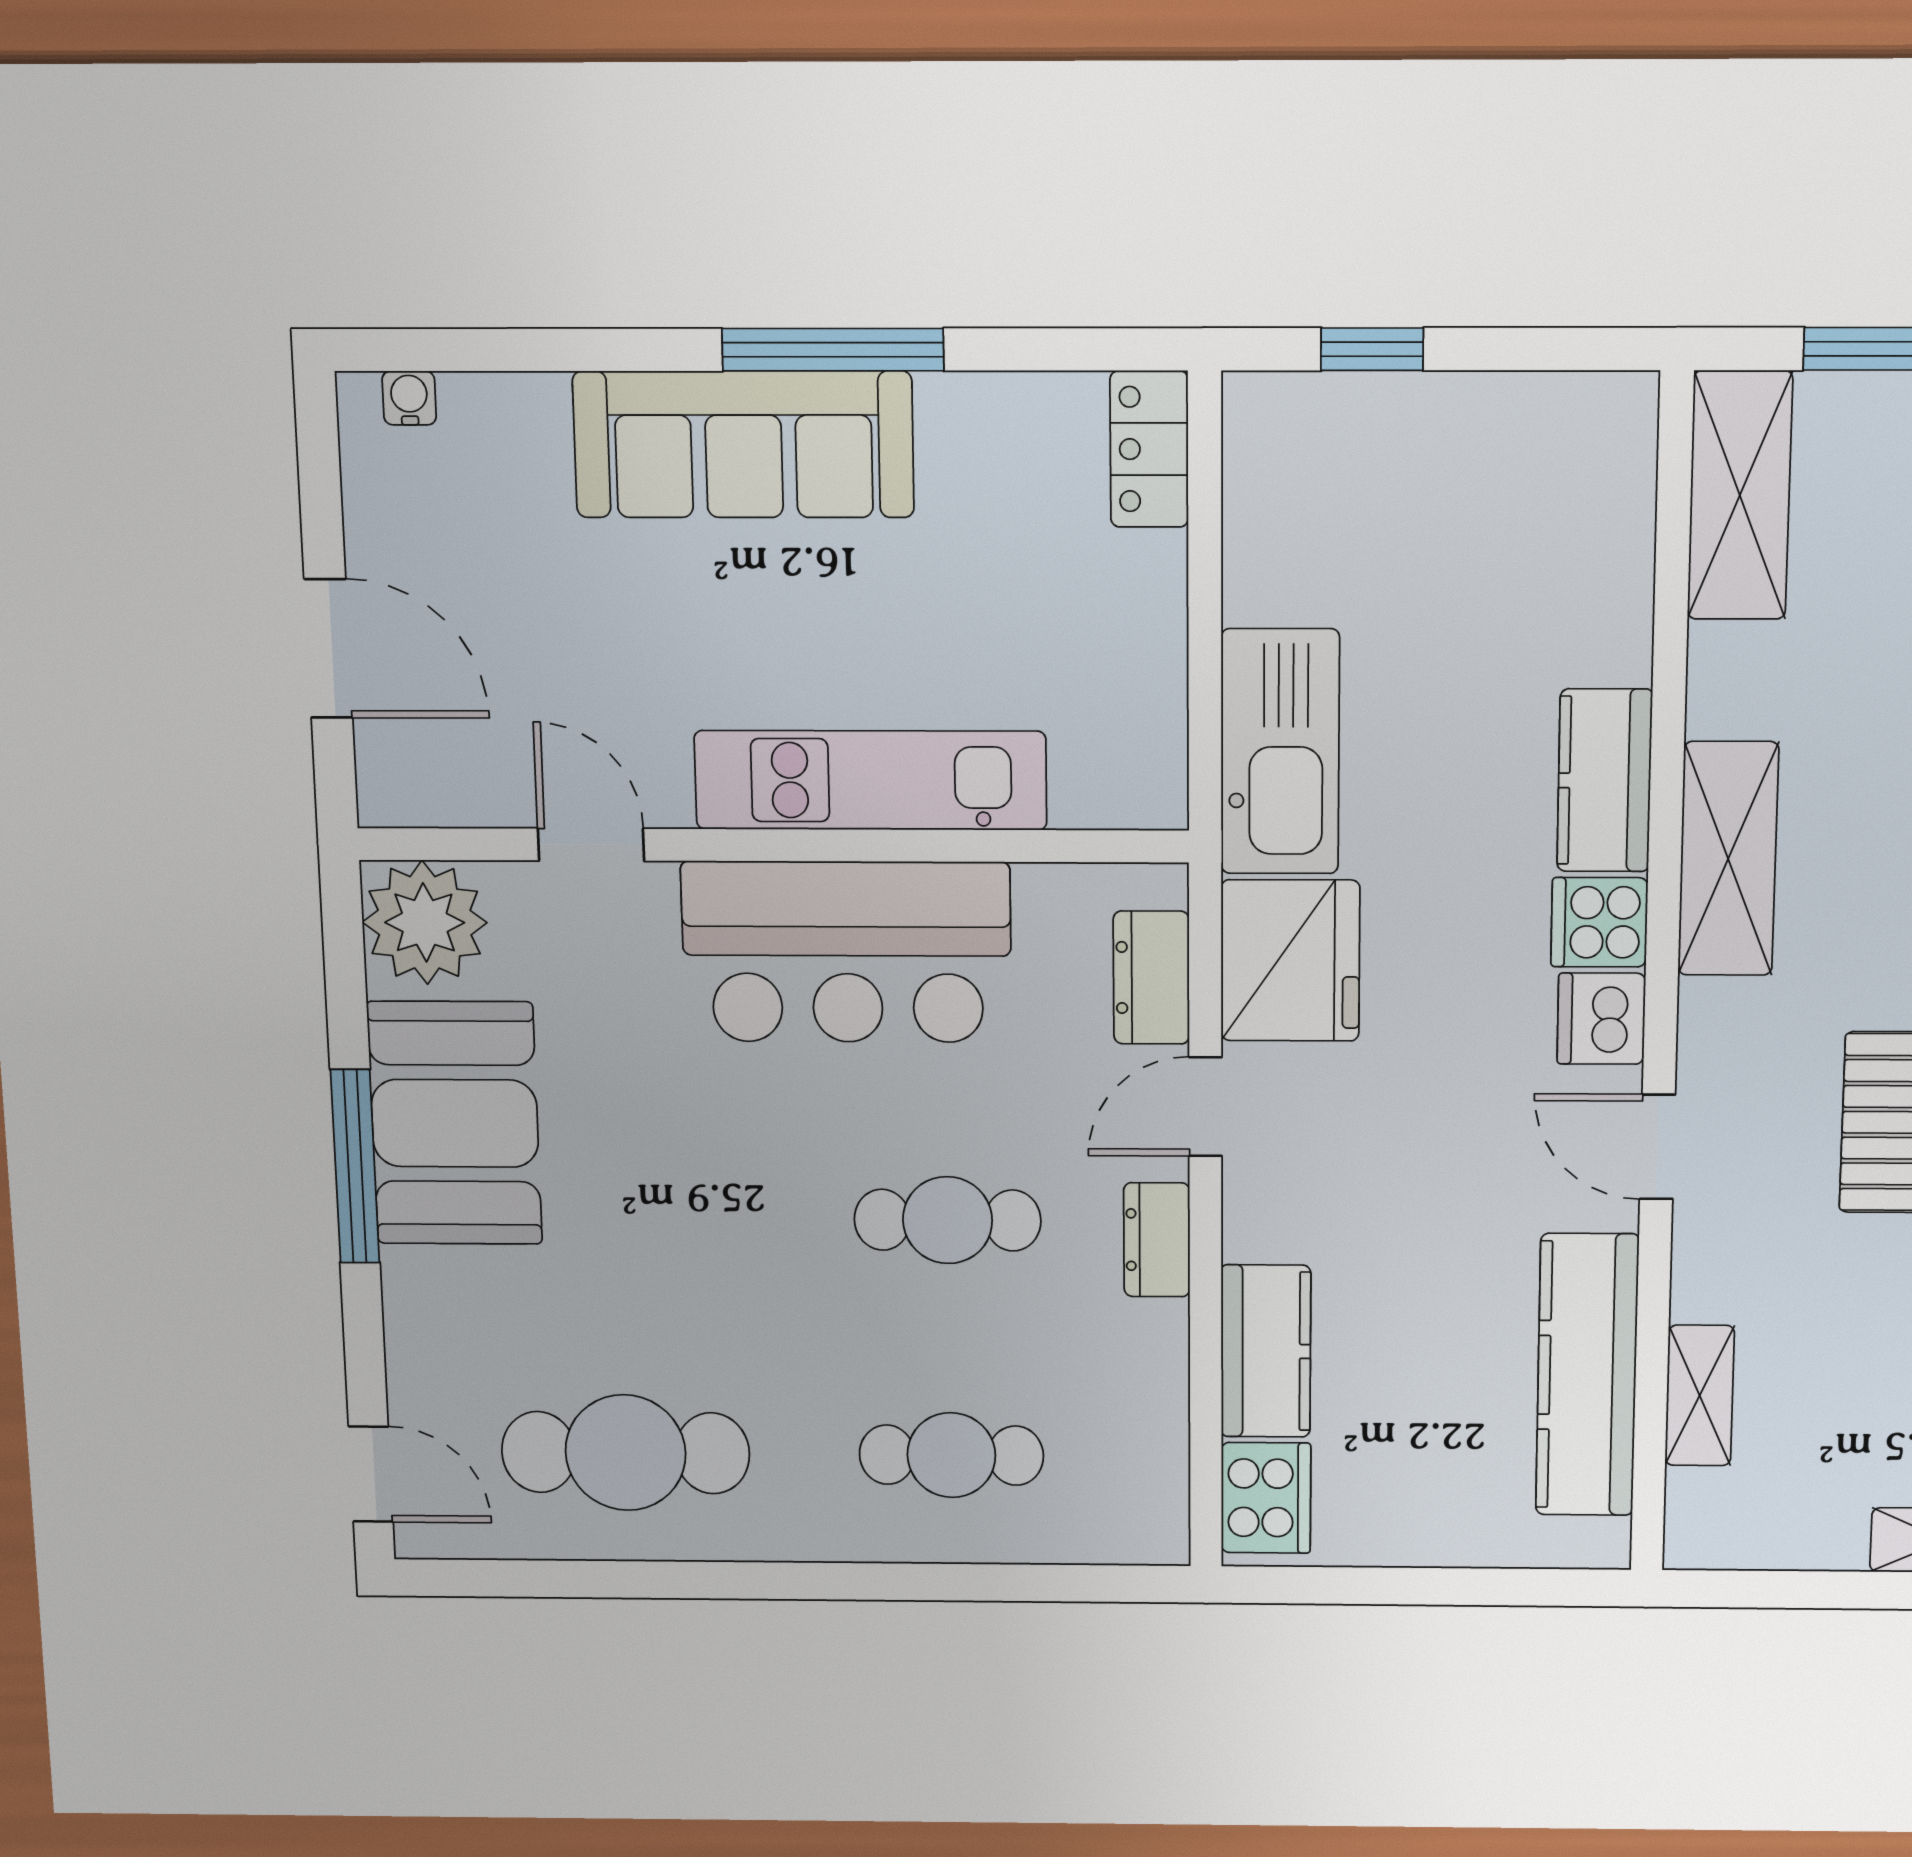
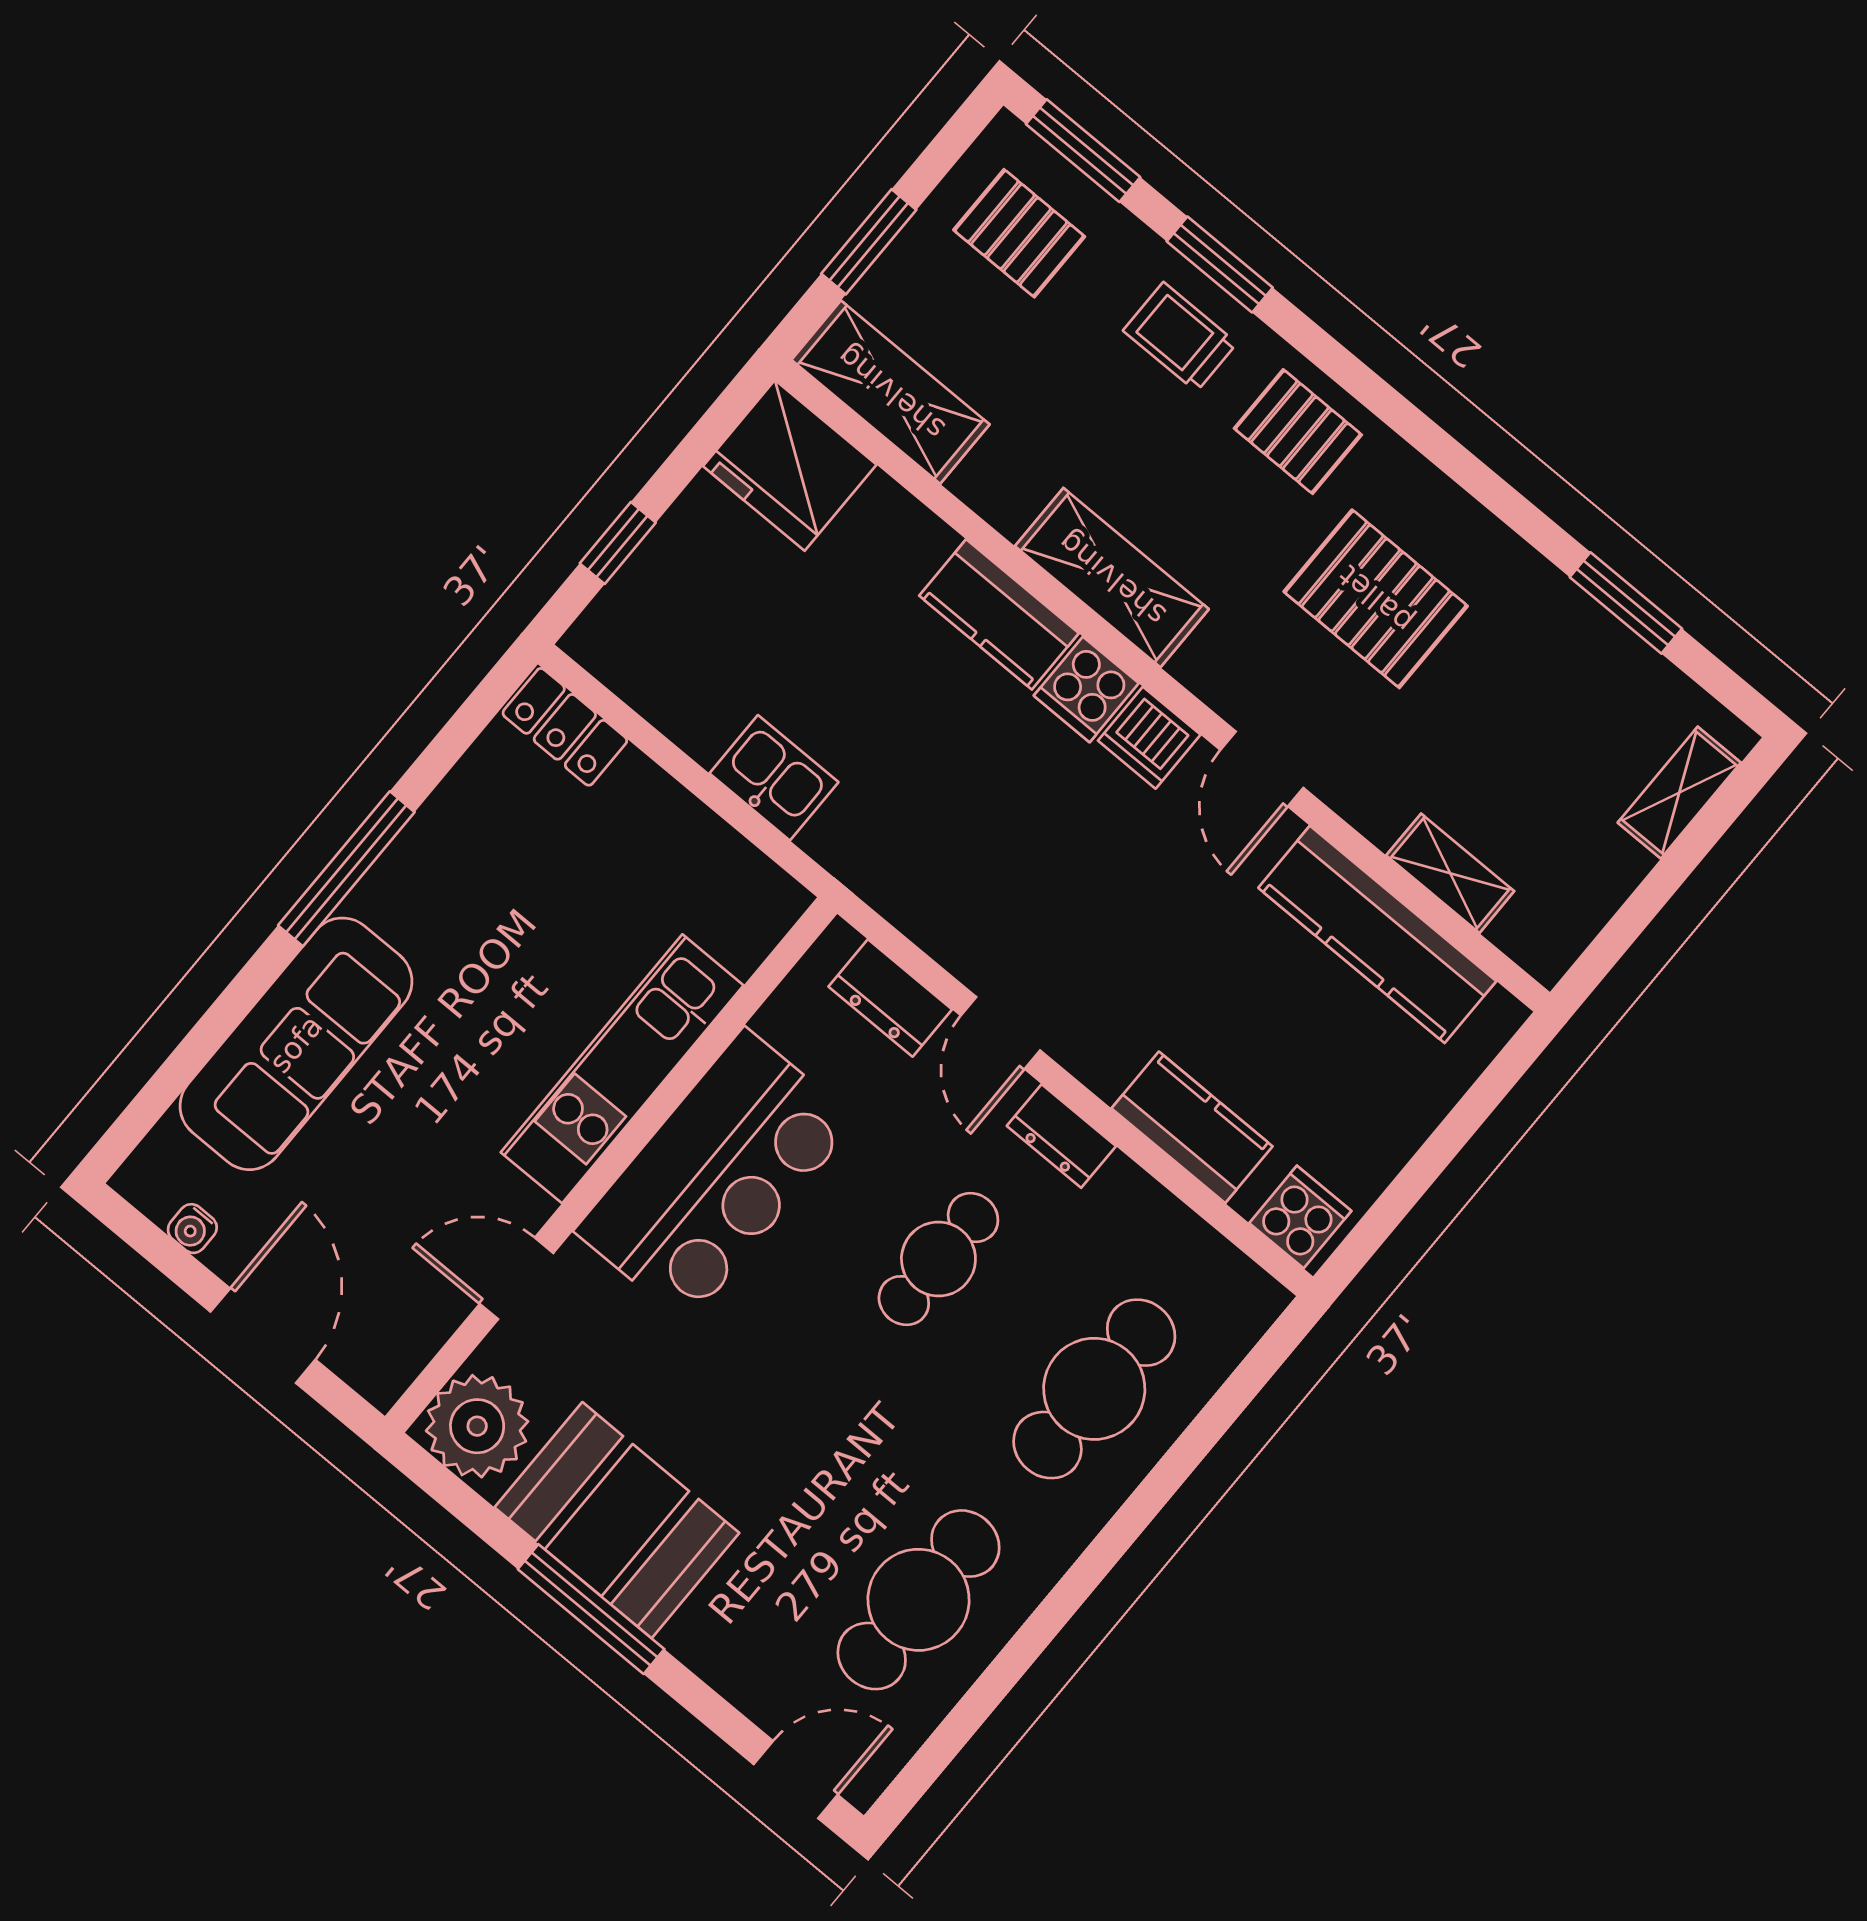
water cooler: (409, 398) -> (192, 1229), moved, turned -90
sofa: (744, 444) -> (296, 1044), moved
door: (328, 649) -> (263, 1336), hinge flipped
kitchen sink: (1280, 752) -> (774, 778), width x0.53, depth x0.81
fridge: (1290, 961) -> (790, 465), moved, turned 180
door: (1657, 1147) -> (1262, 769), hinge flipped
cafe table: (951, 1455) -> (1094, 1389), width x1.37, depth x1.35
cooker: (1266, 1498) -> (1300, 1217), width x0.73

